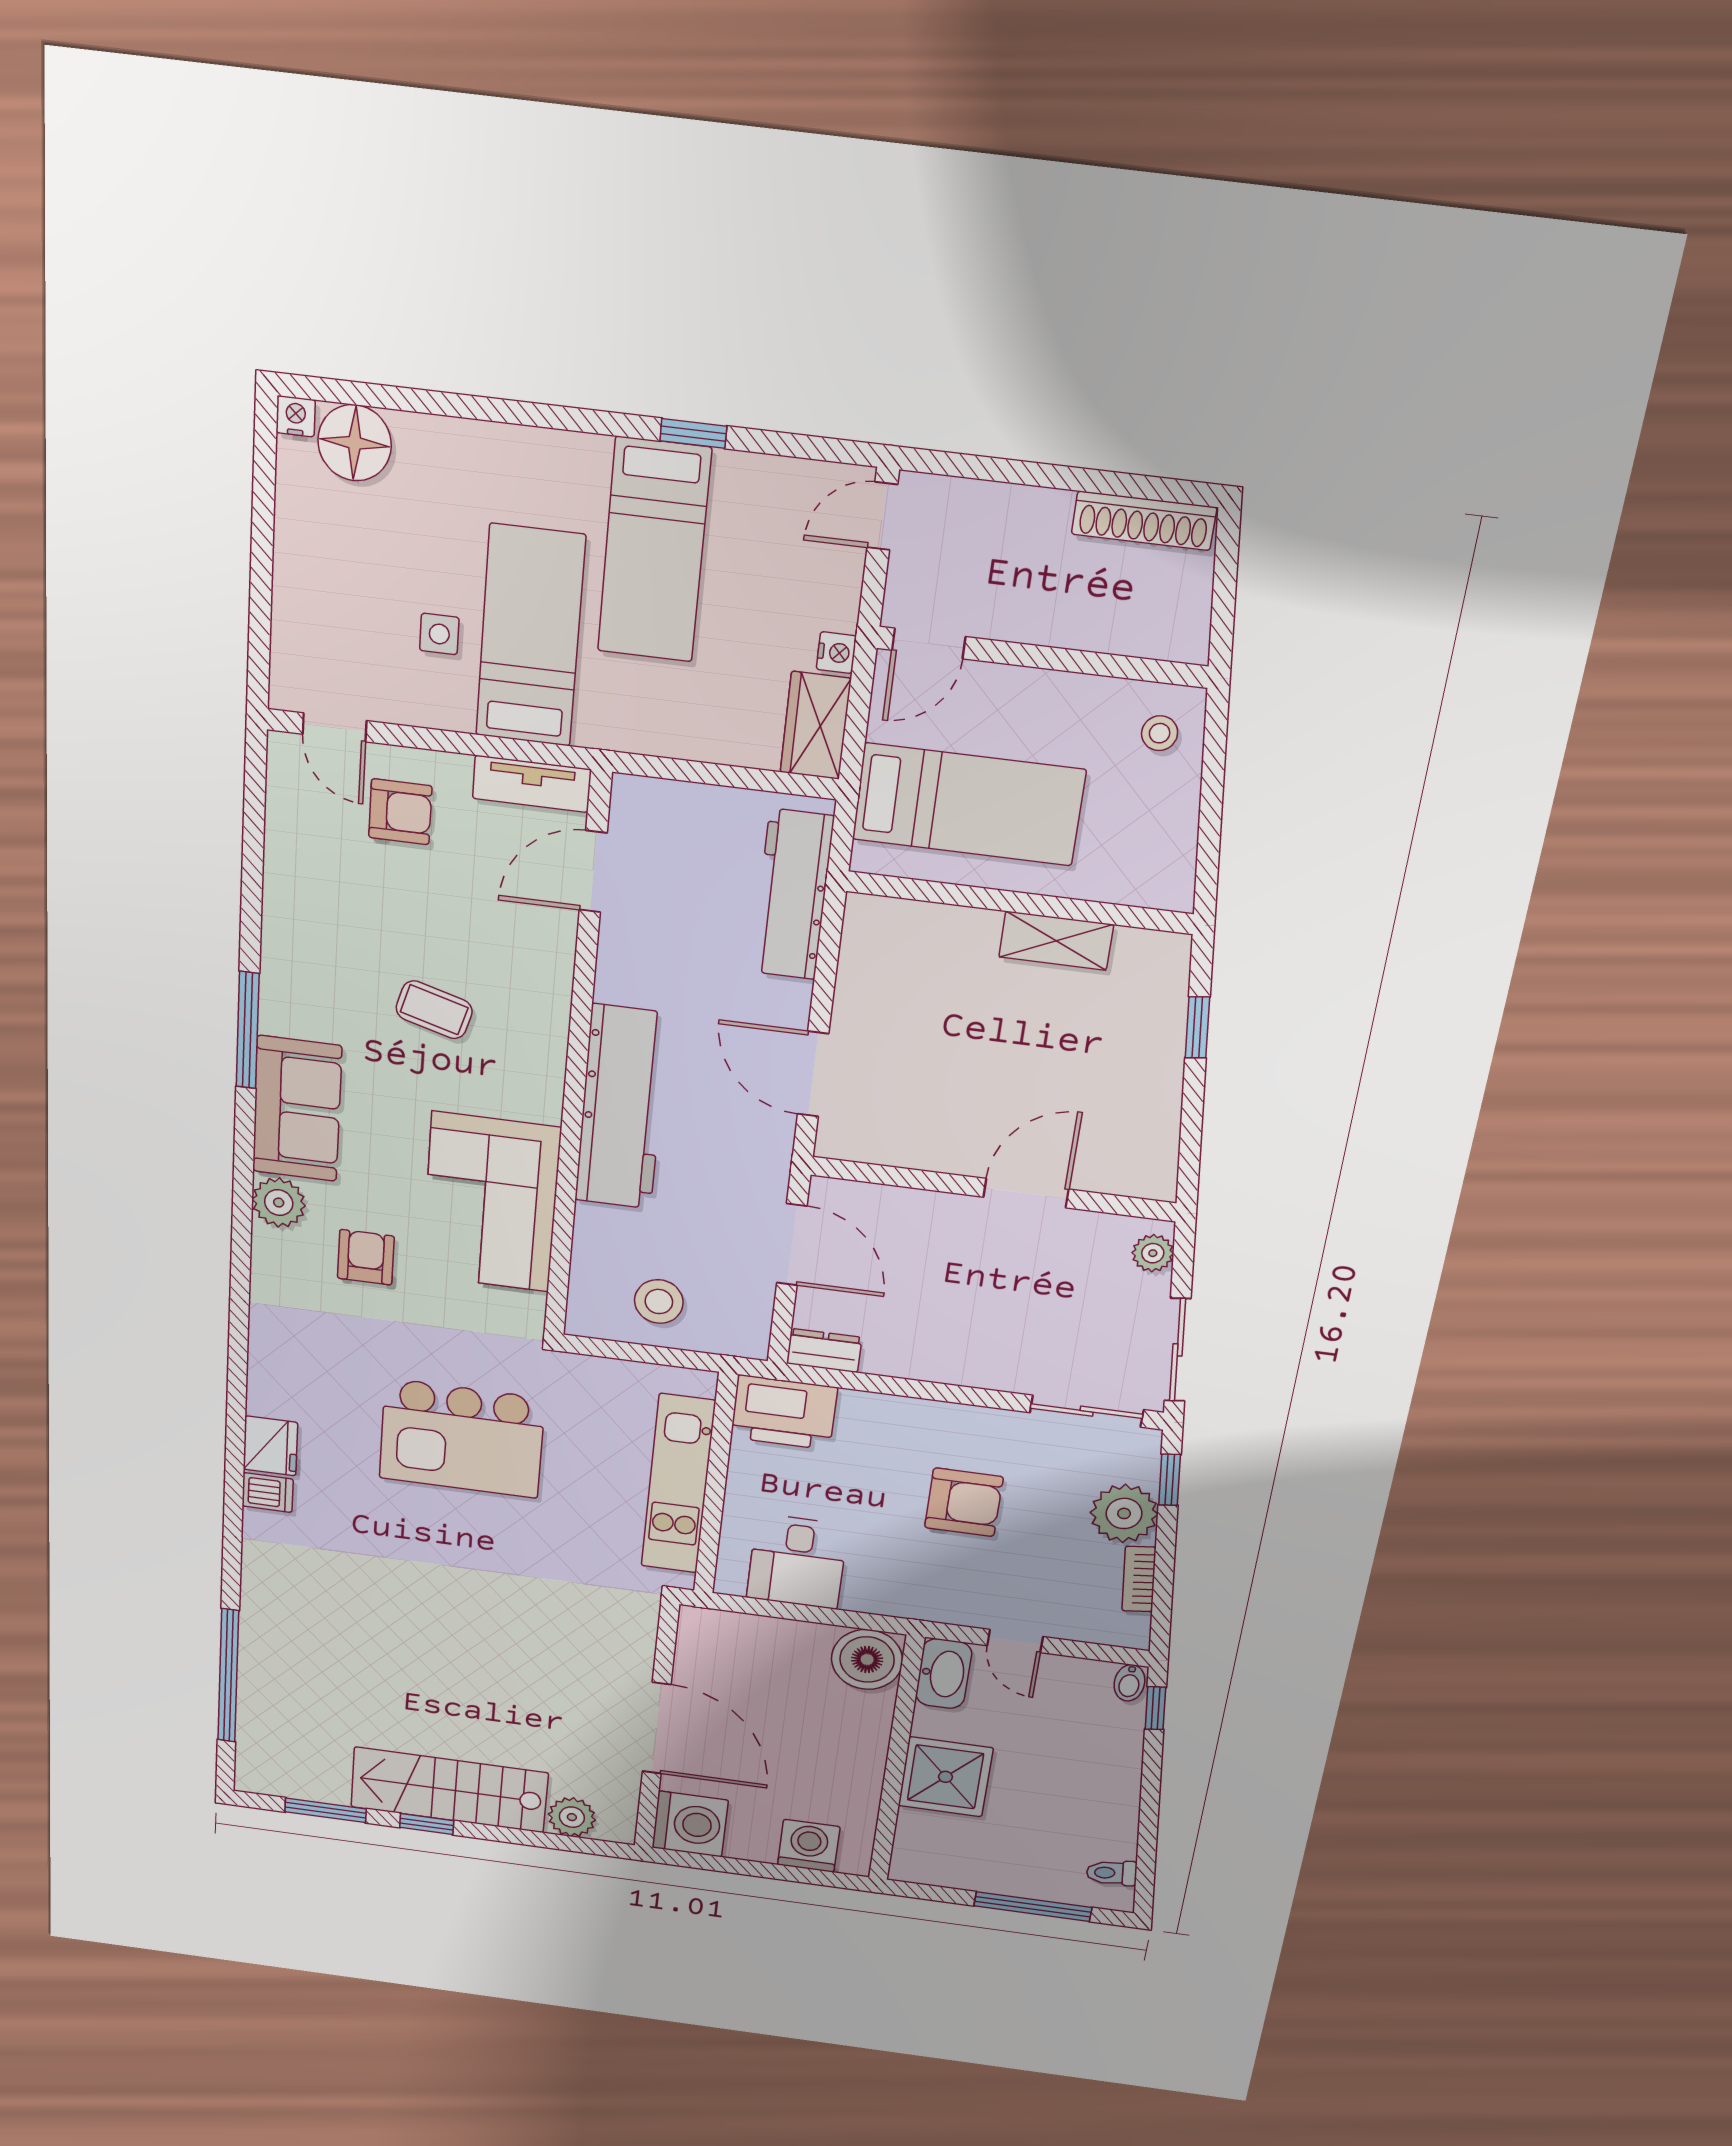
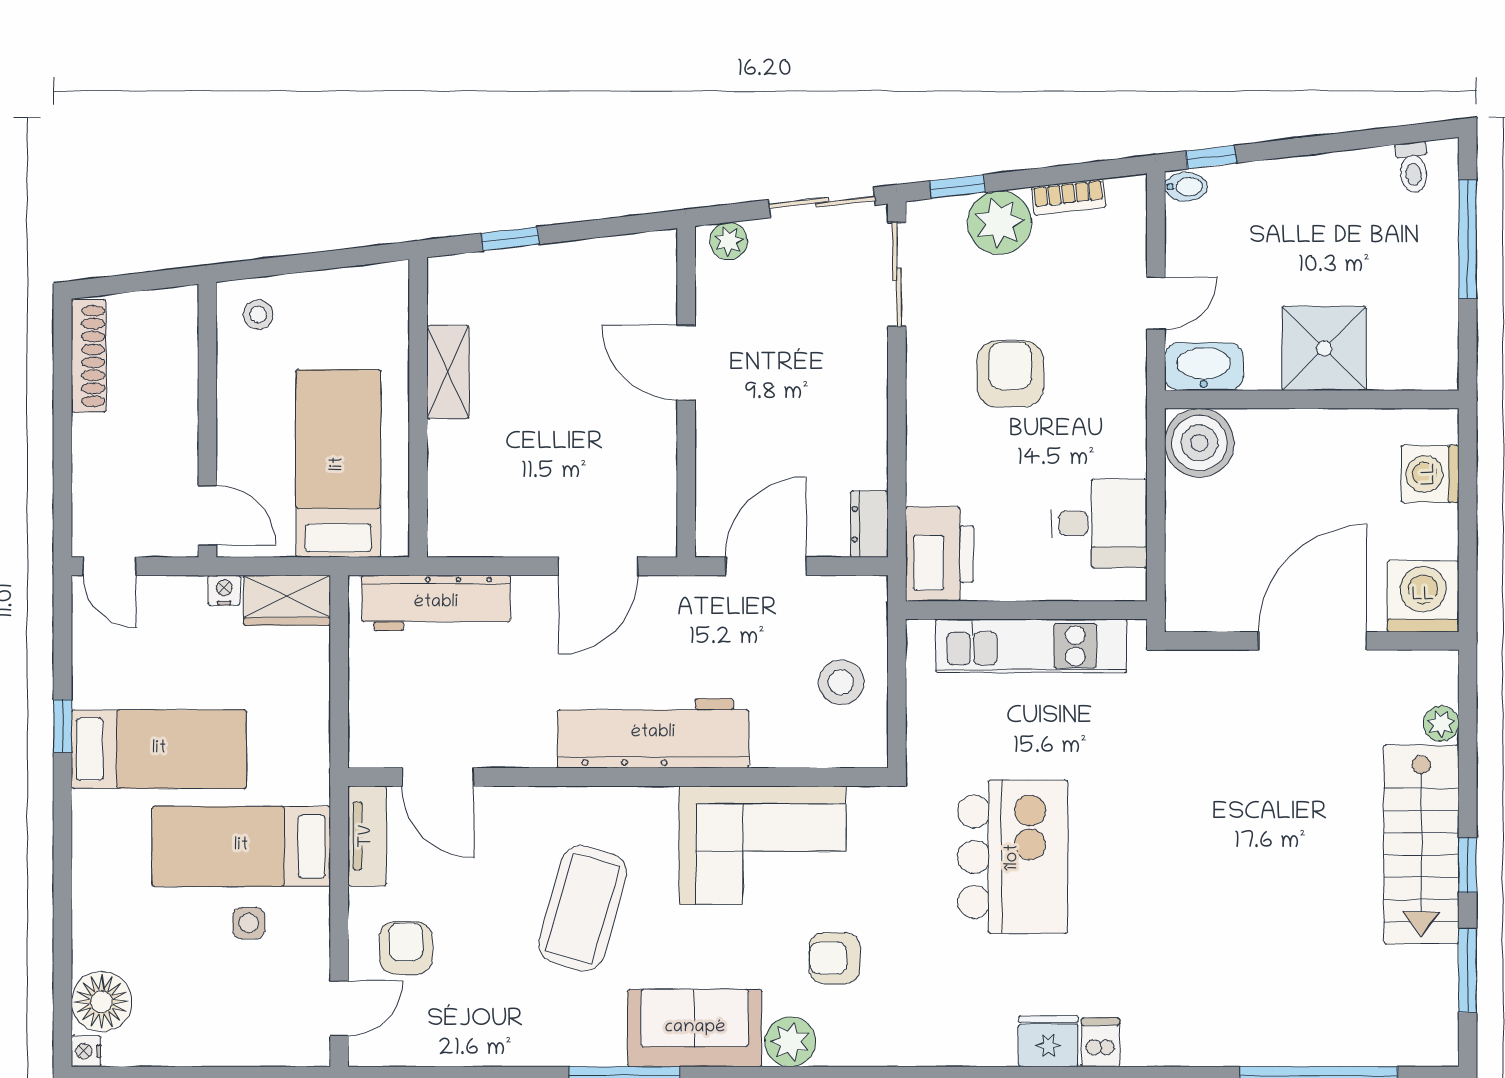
coffee table: (434, 1010) -> (583, 908), width x1.86, depth x1.72
plant: (572, 1817) -> (1441, 724), width x0.73, depth x0.73

